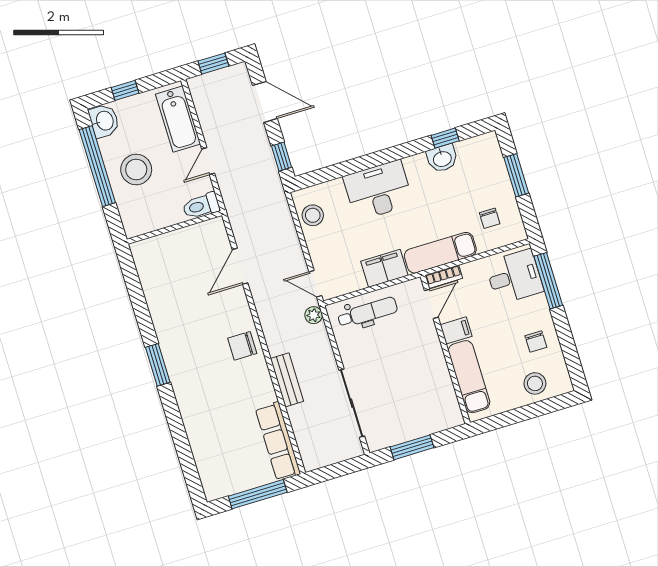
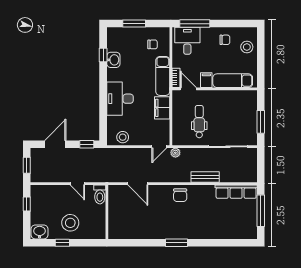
window: (125, 90) -> (27, 204), moved
bathtub: (178, 119) -> (50, 193), removed
window: (97, 166) -> (62, 243), width x0.32
dental chair: (368, 312) -> (199, 122), moved

